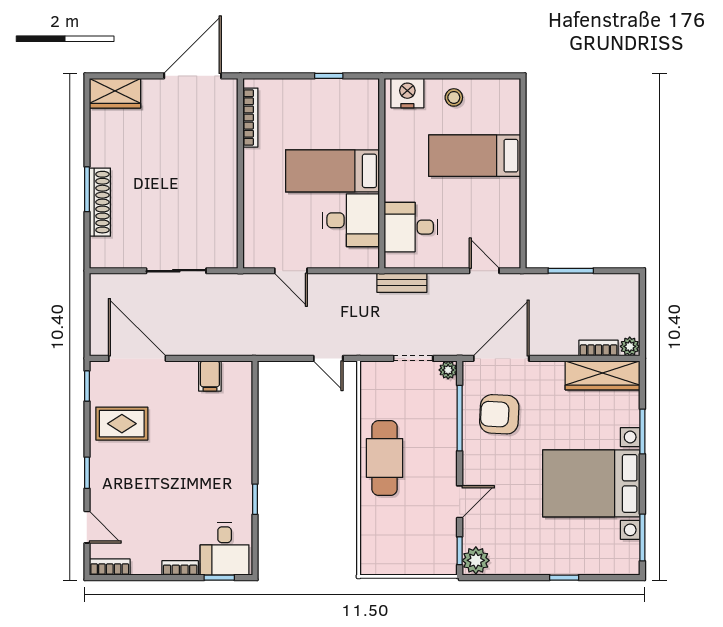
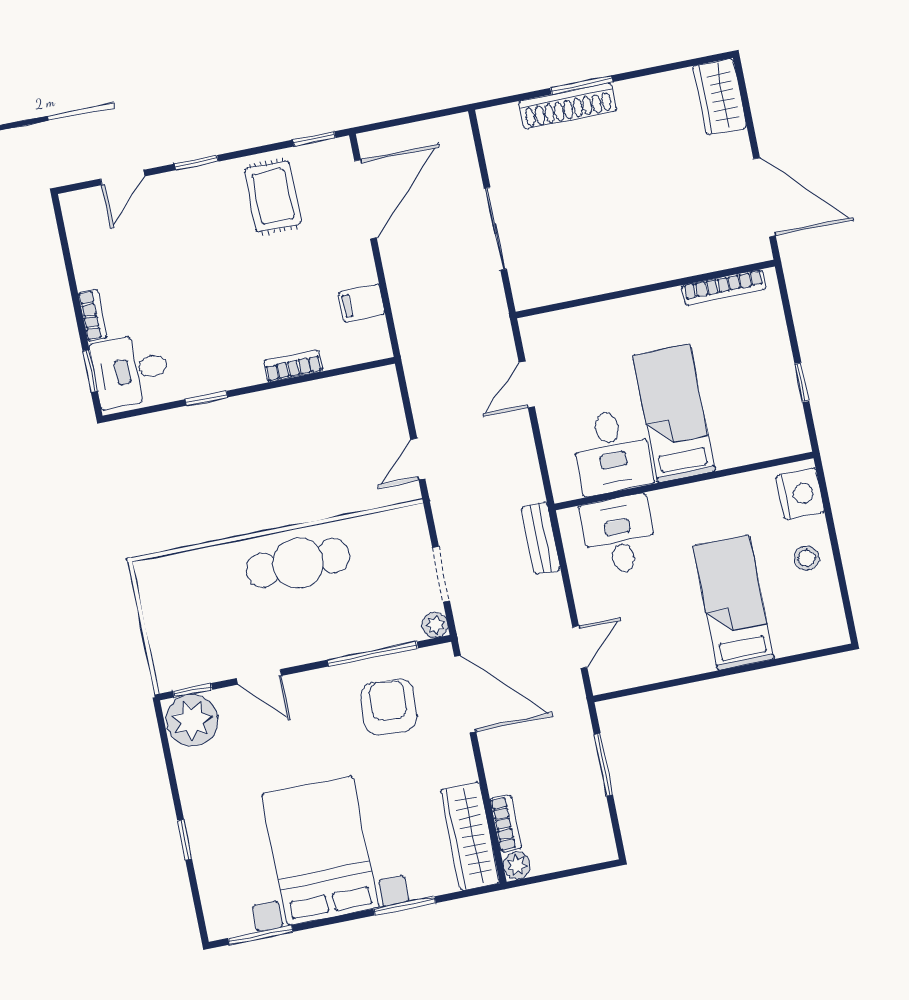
plant: (476, 560) -> (192, 720), width x1.36, depth x1.36
bookcase: (110, 567) -> (293, 366), moved, turned -90

